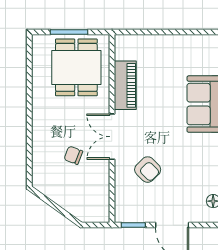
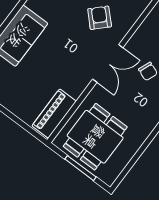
piano: (125, 85) -> (54, 114), moved

